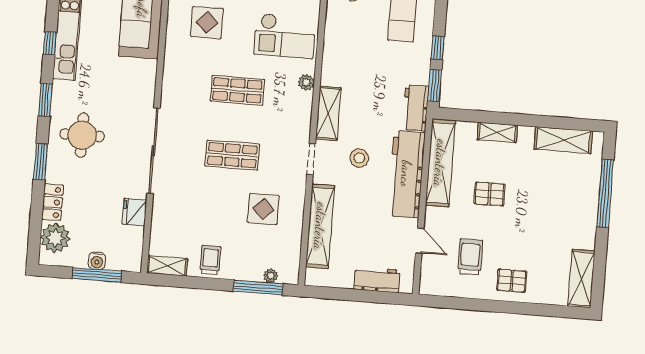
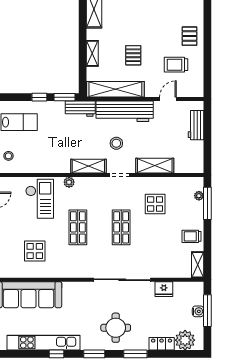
shelving: (320, 226) -> (155, 166), width x0.68

